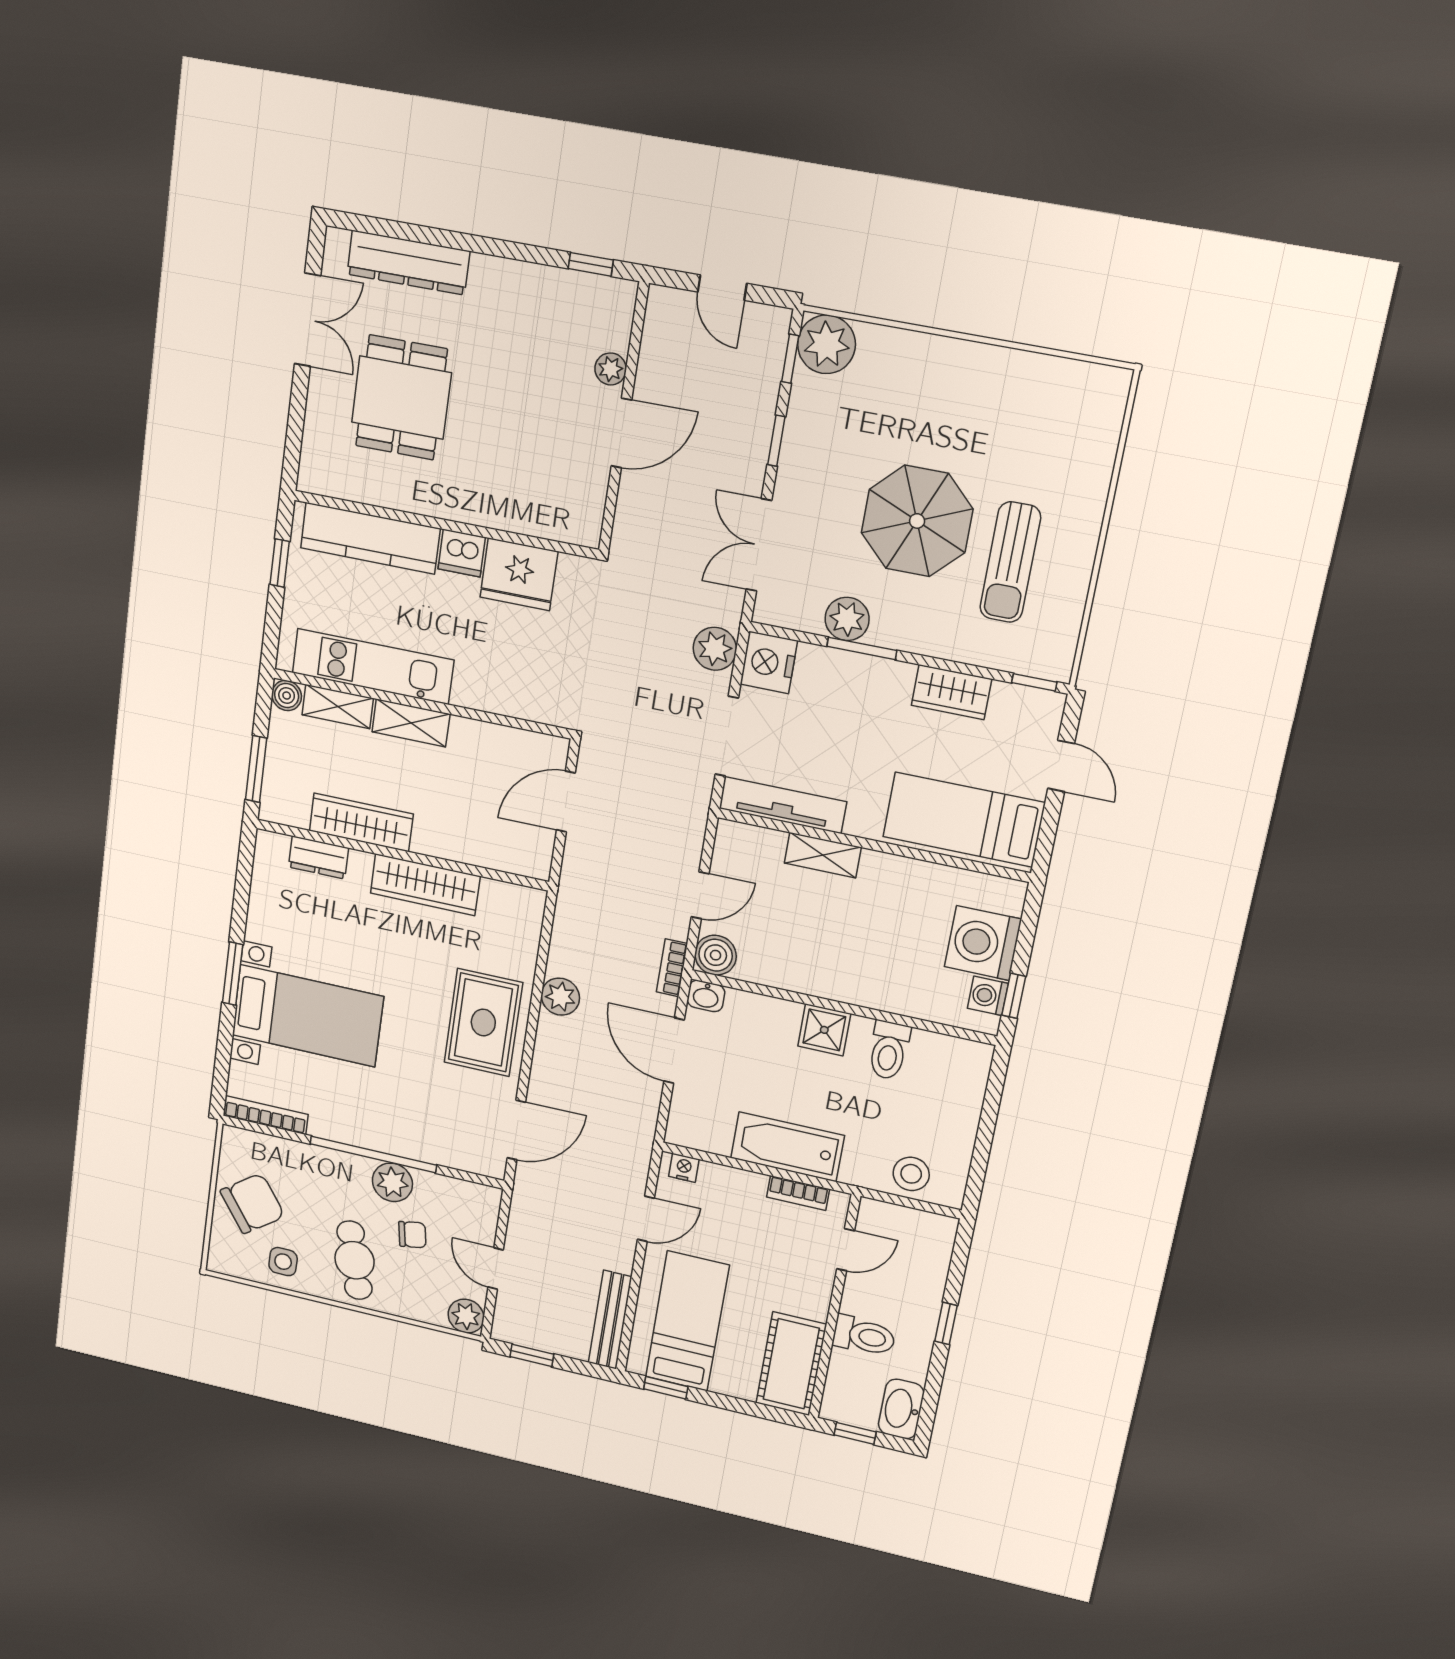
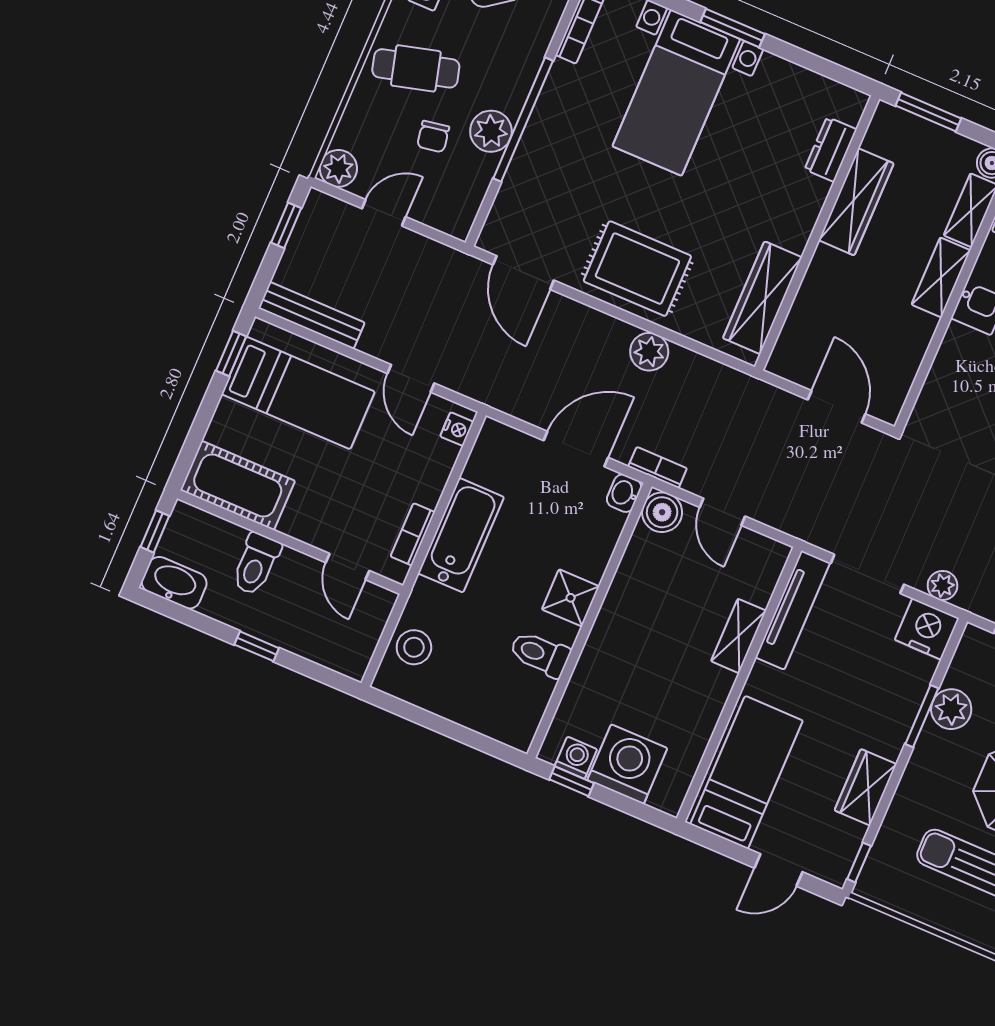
plant: (715, 649) -> (942, 586), width x0.73, depth x0.73
wardrobe: (425, 885) -> (762, 298), moved

